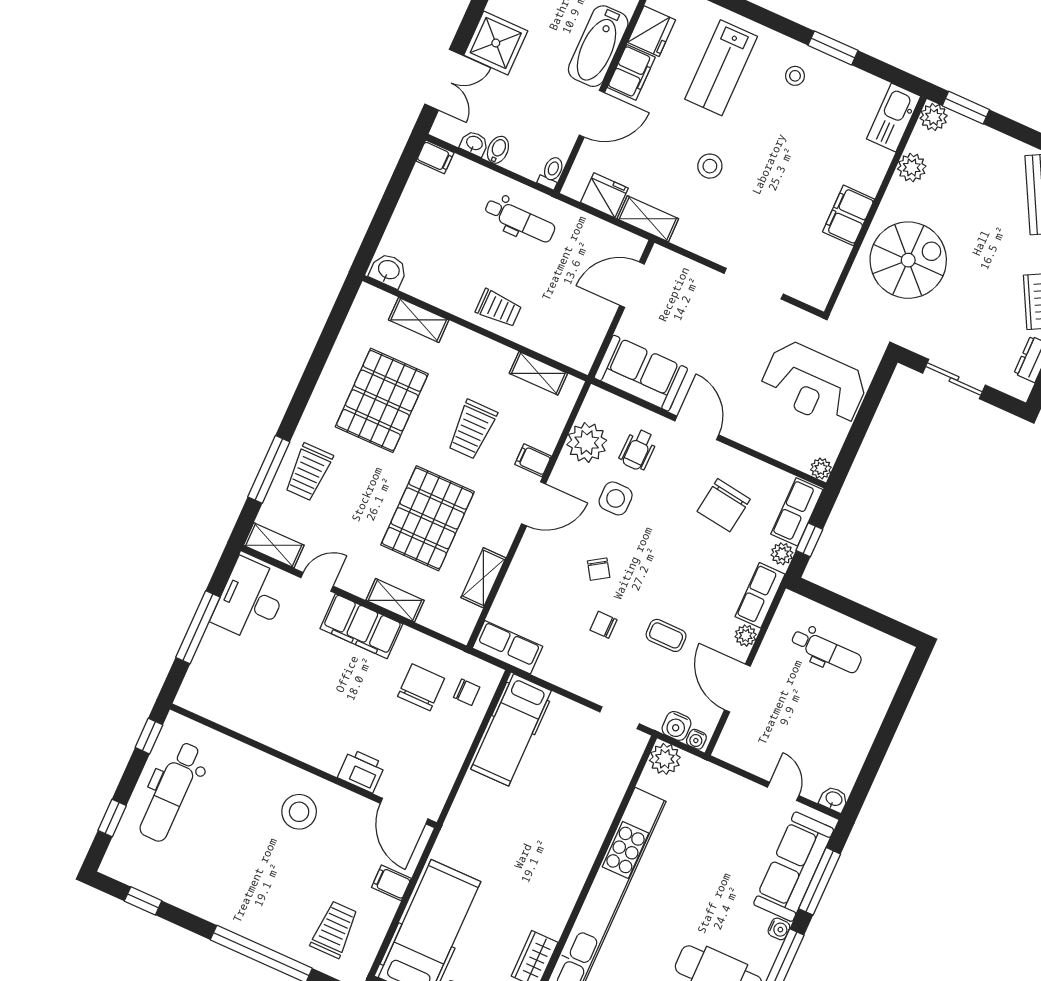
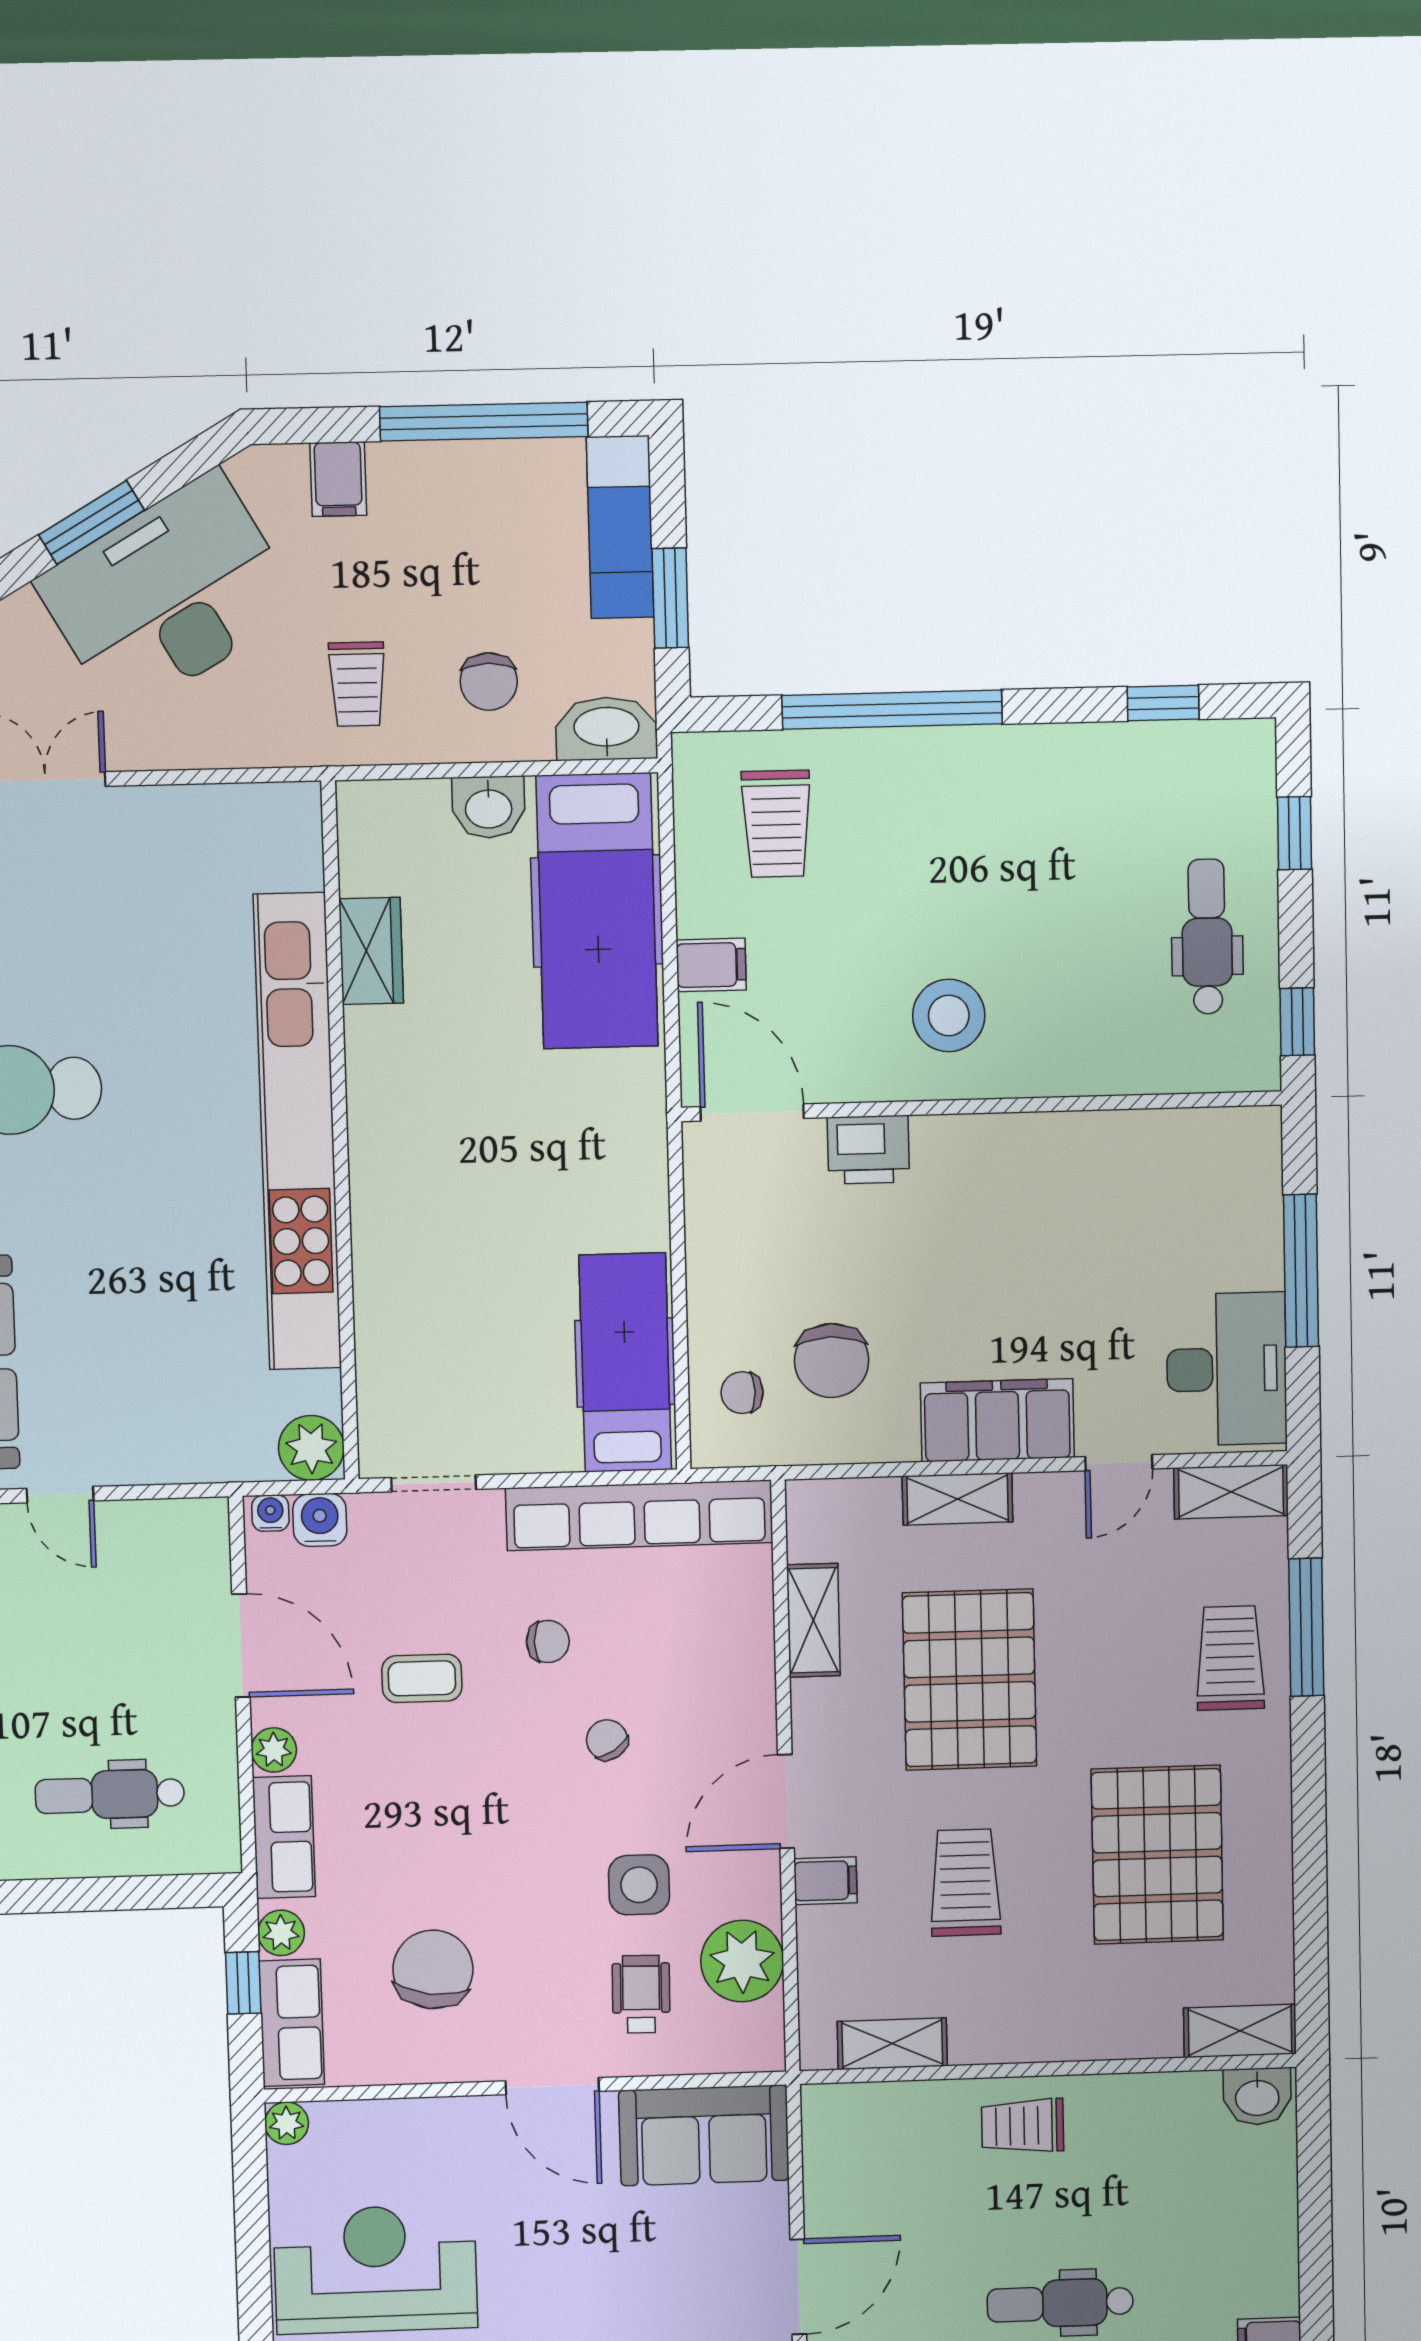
shelving: (419, 320) -> (1240, 2031), moved
row of seats: (507, 647) -> (639, 1515), width x2.02
dental chair: (171, 792) -> (1207, 937), width x0.73, depth x0.72

